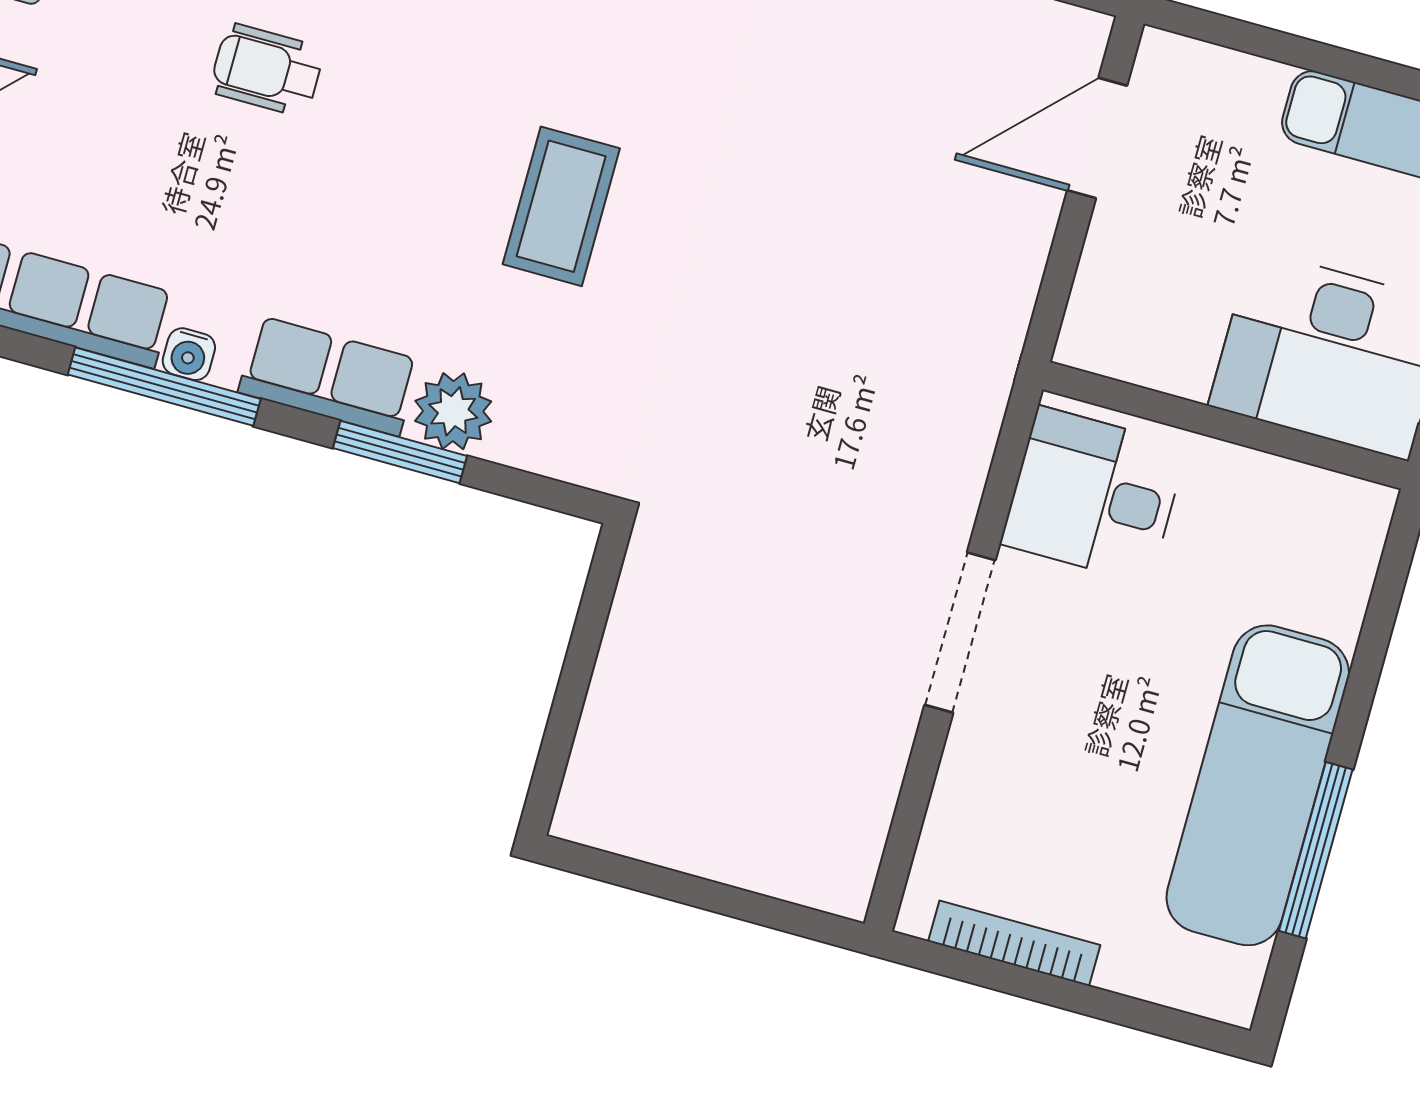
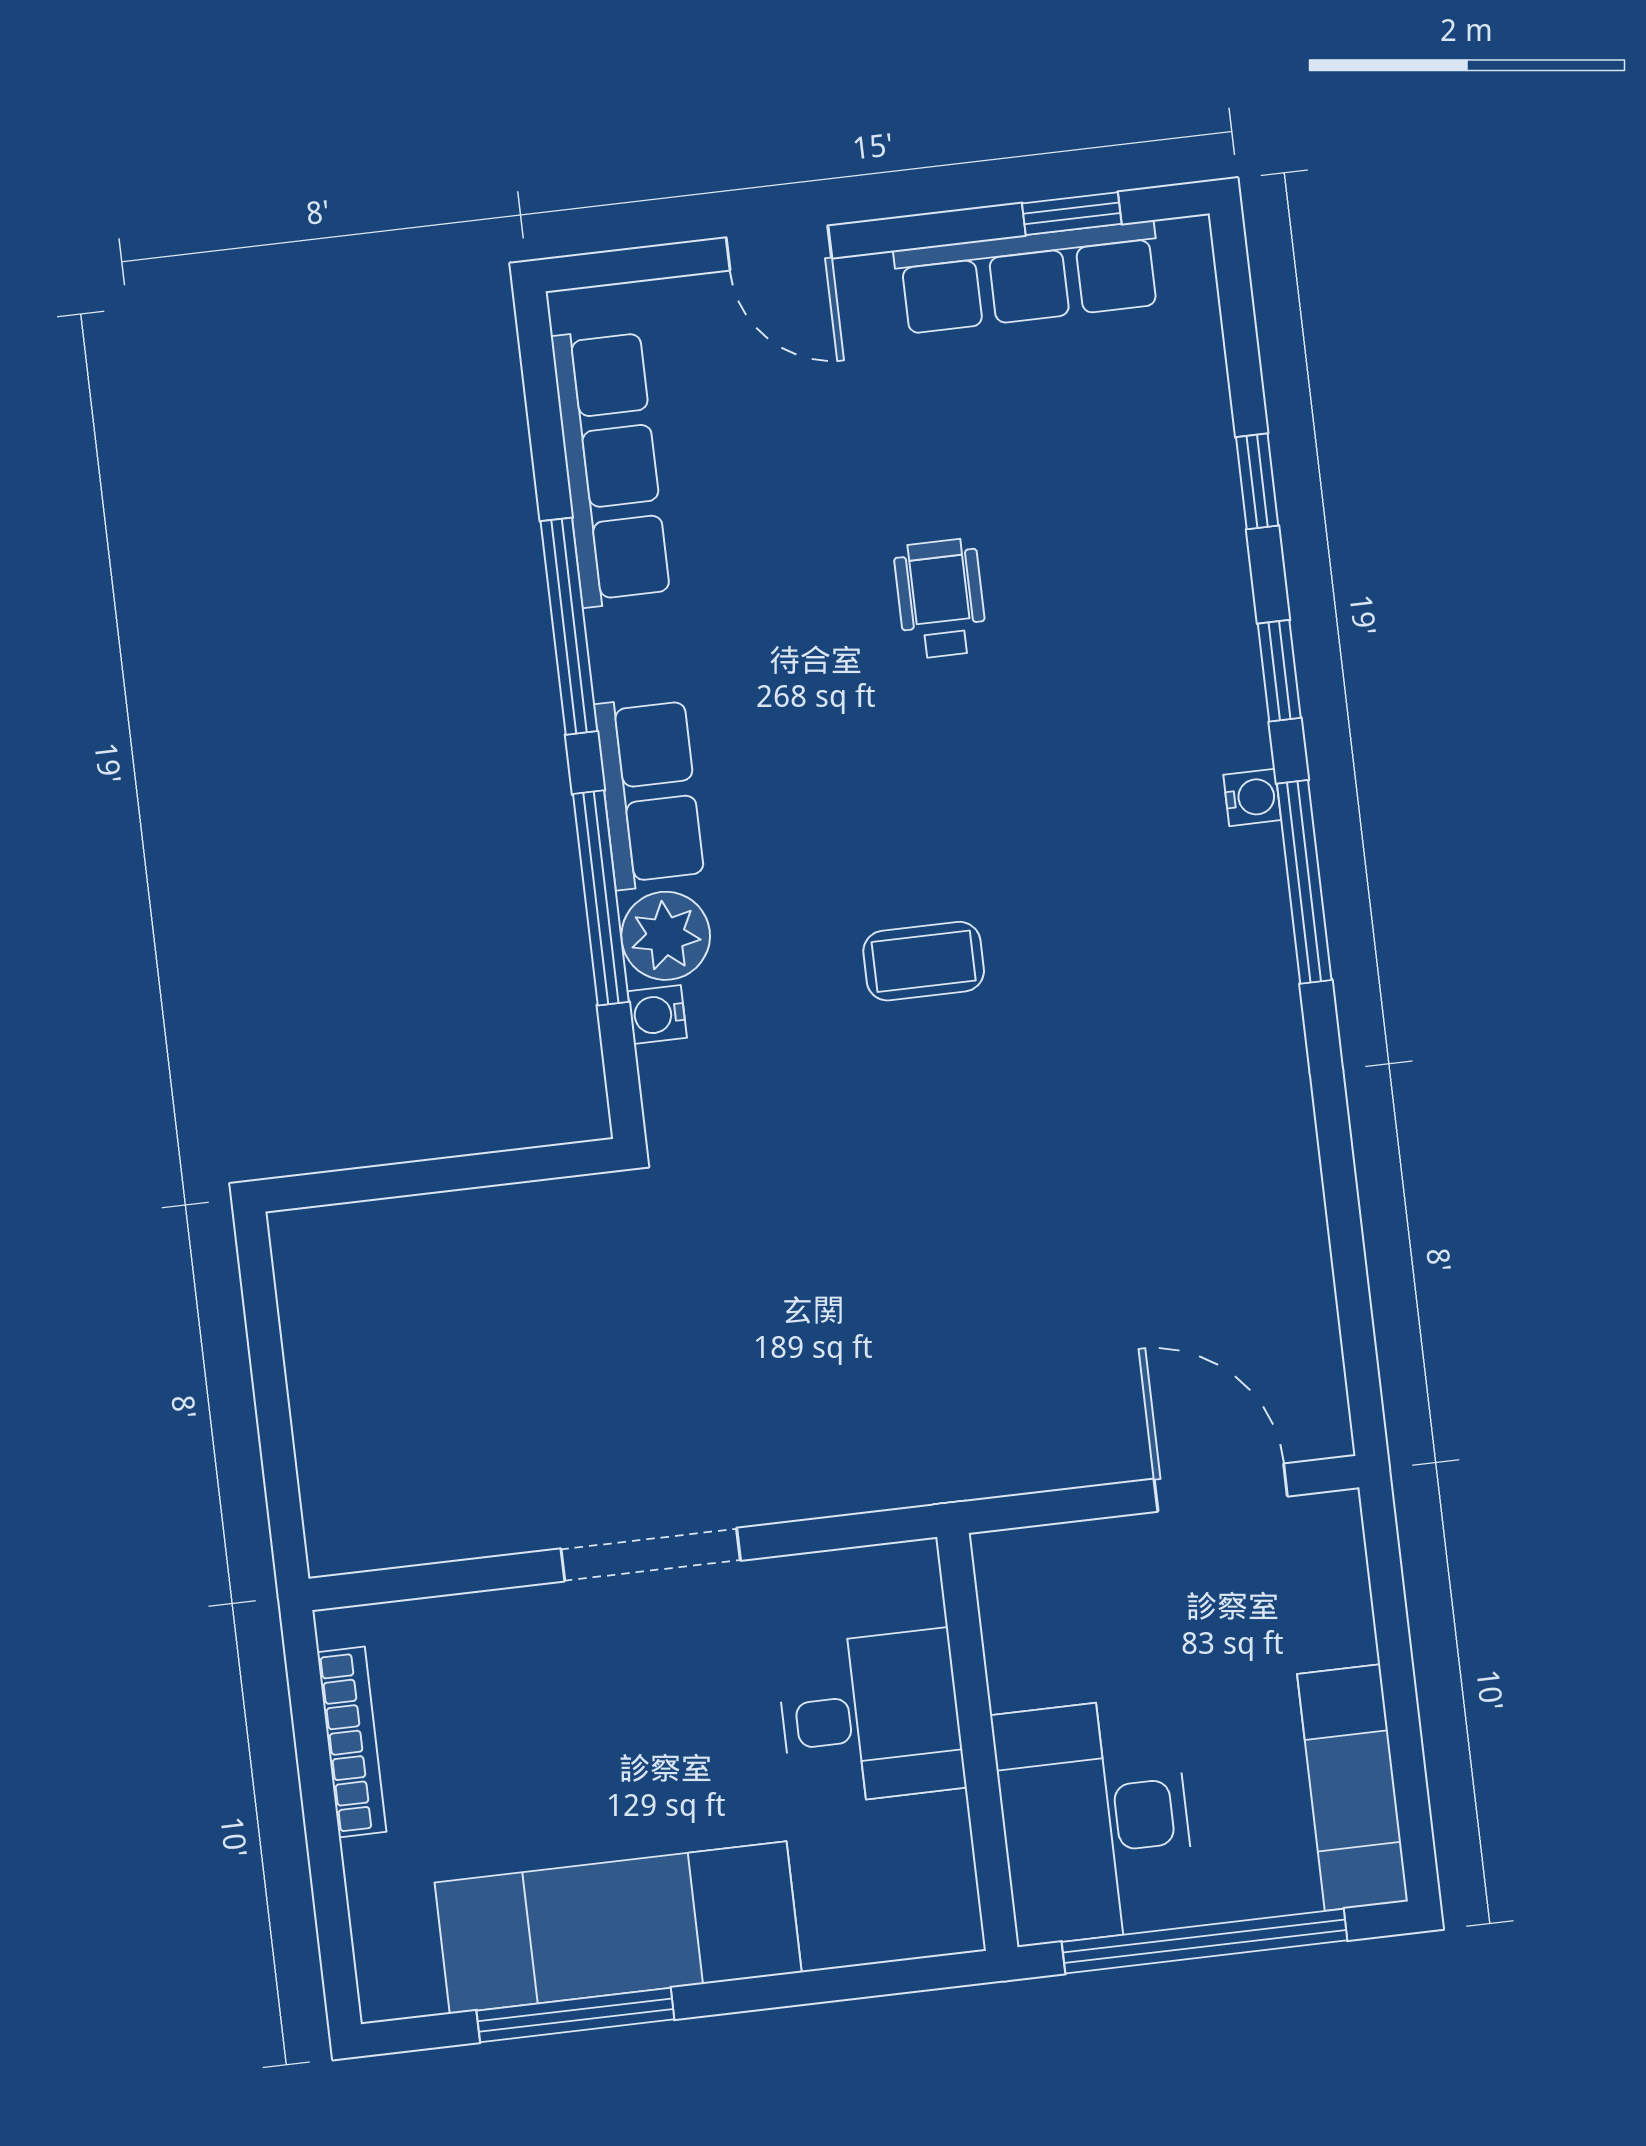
coffee table: (561, 206) -> (924, 961), width x0.73, depth x0.77
water cooler: (189, 354) -> (657, 1015), moved
window: (400, 452) -> (601, 898), width x1.44
desk: (1094, 495) -> (871, 1717), moved, turned 90

